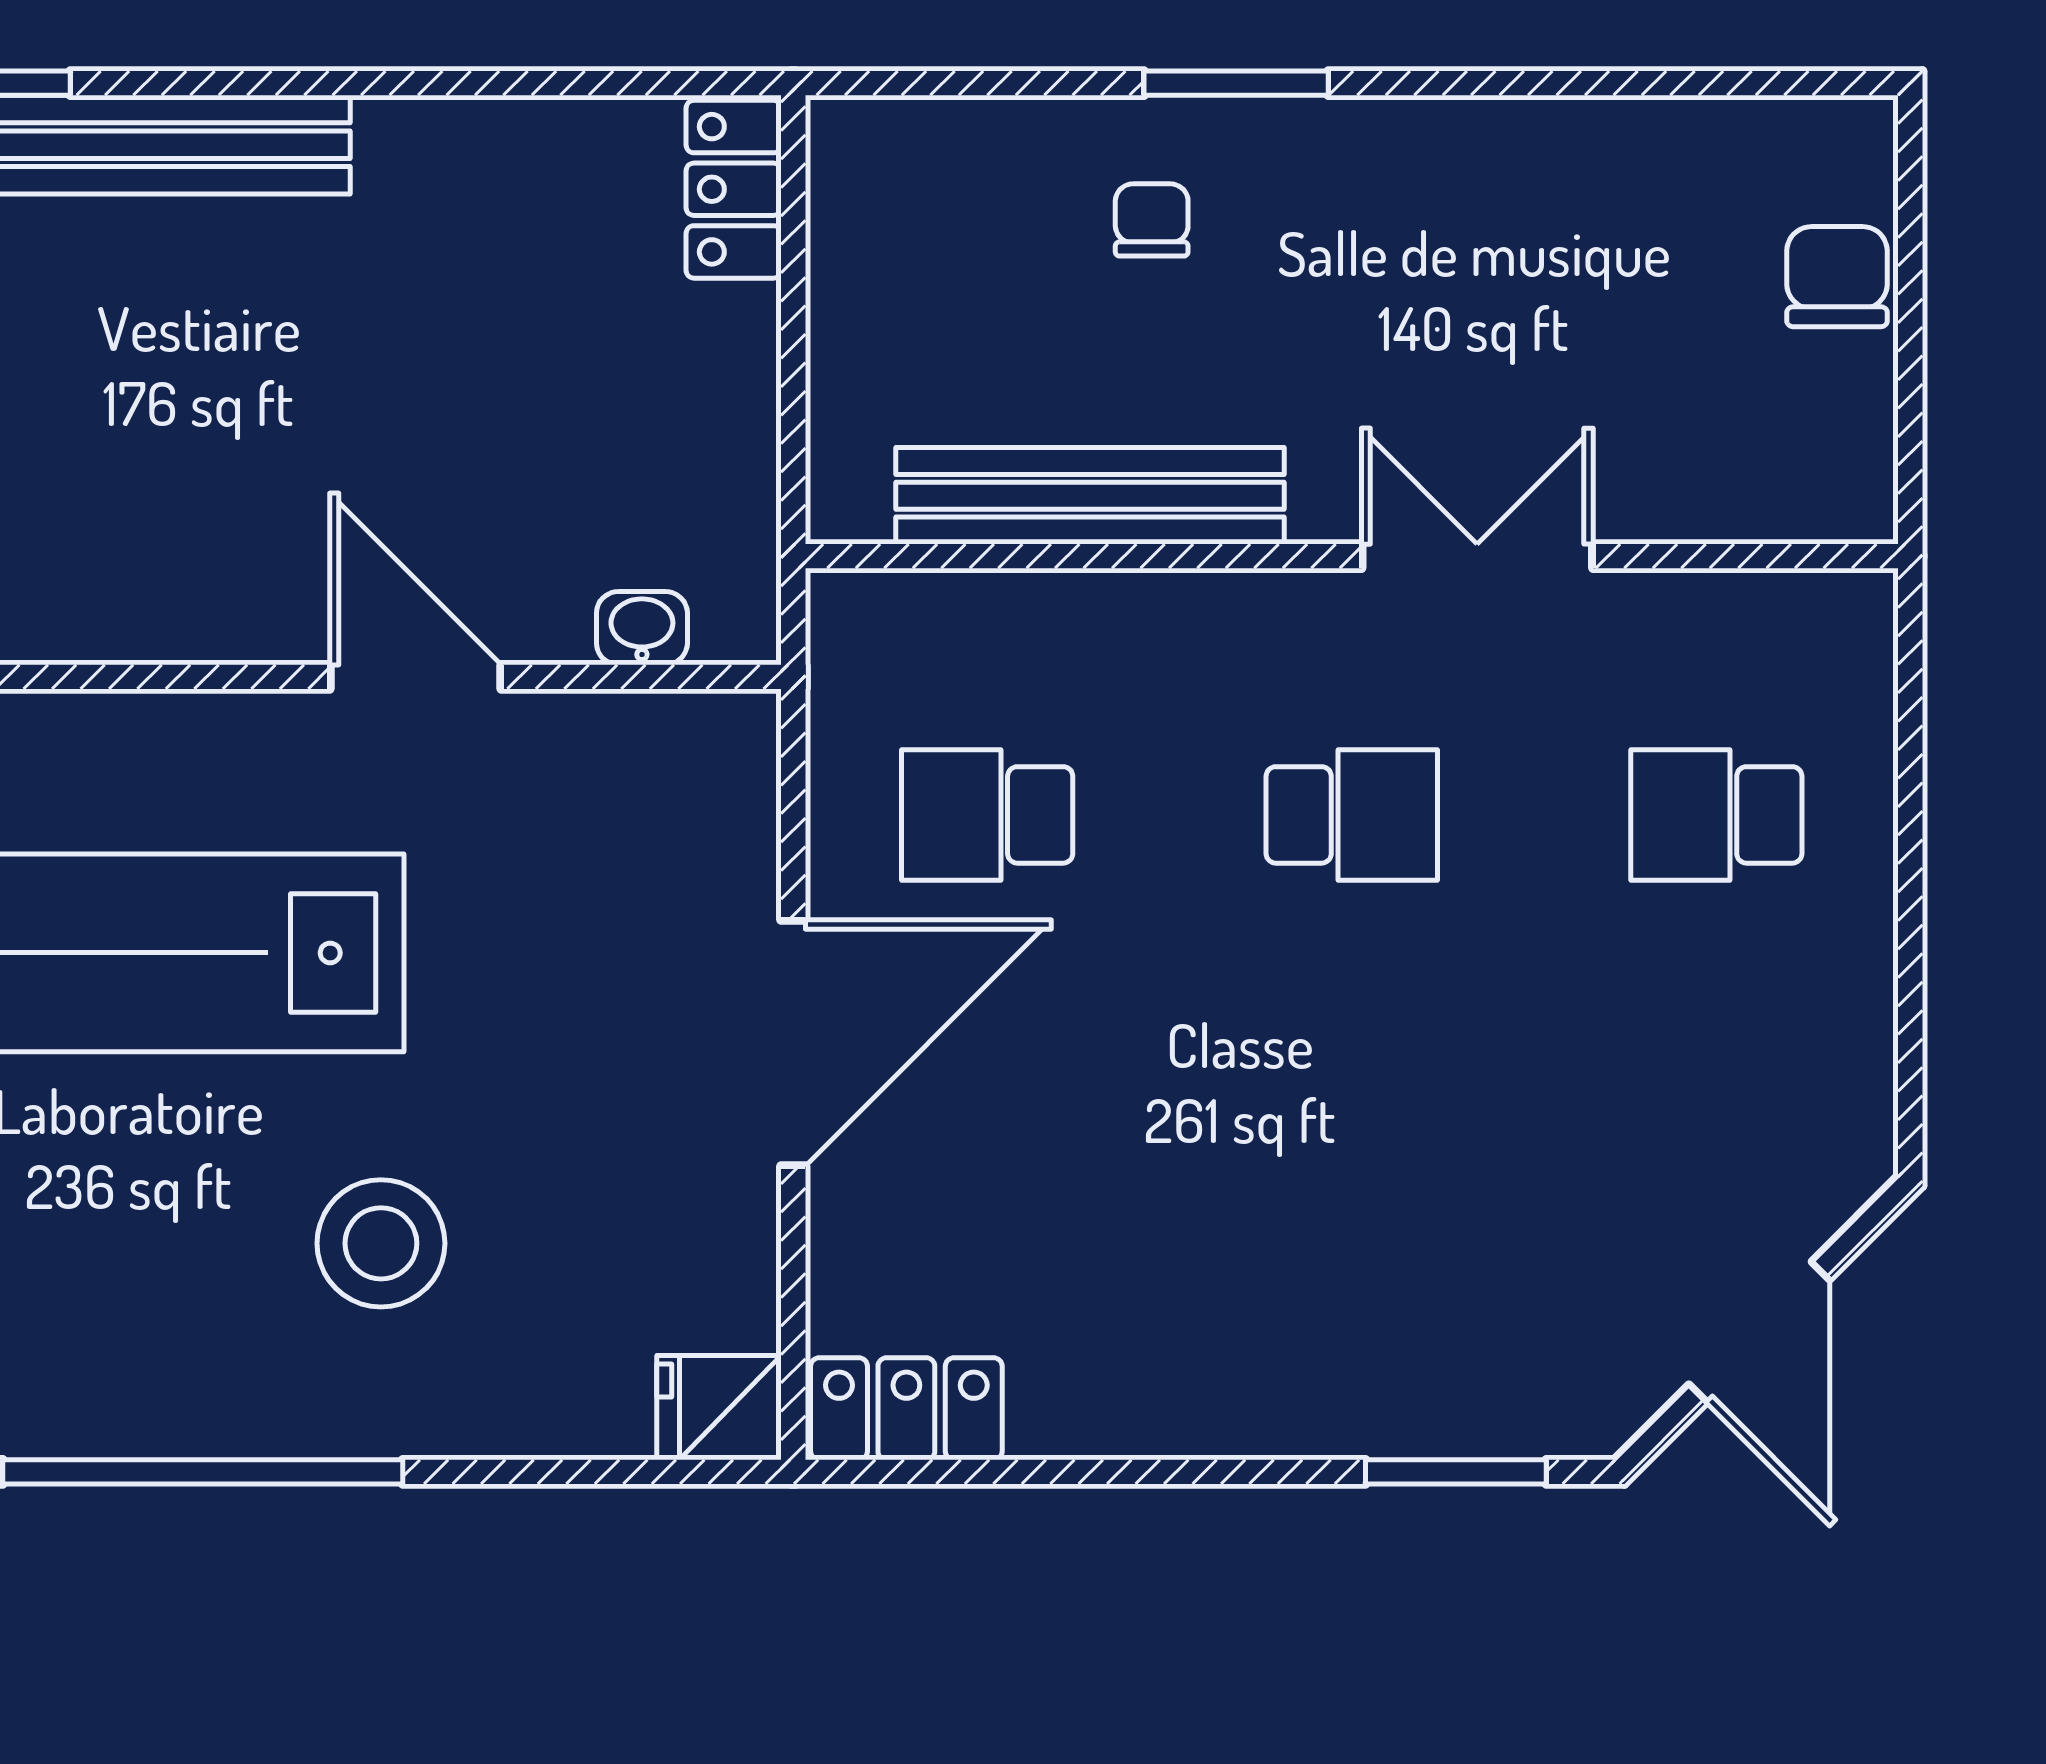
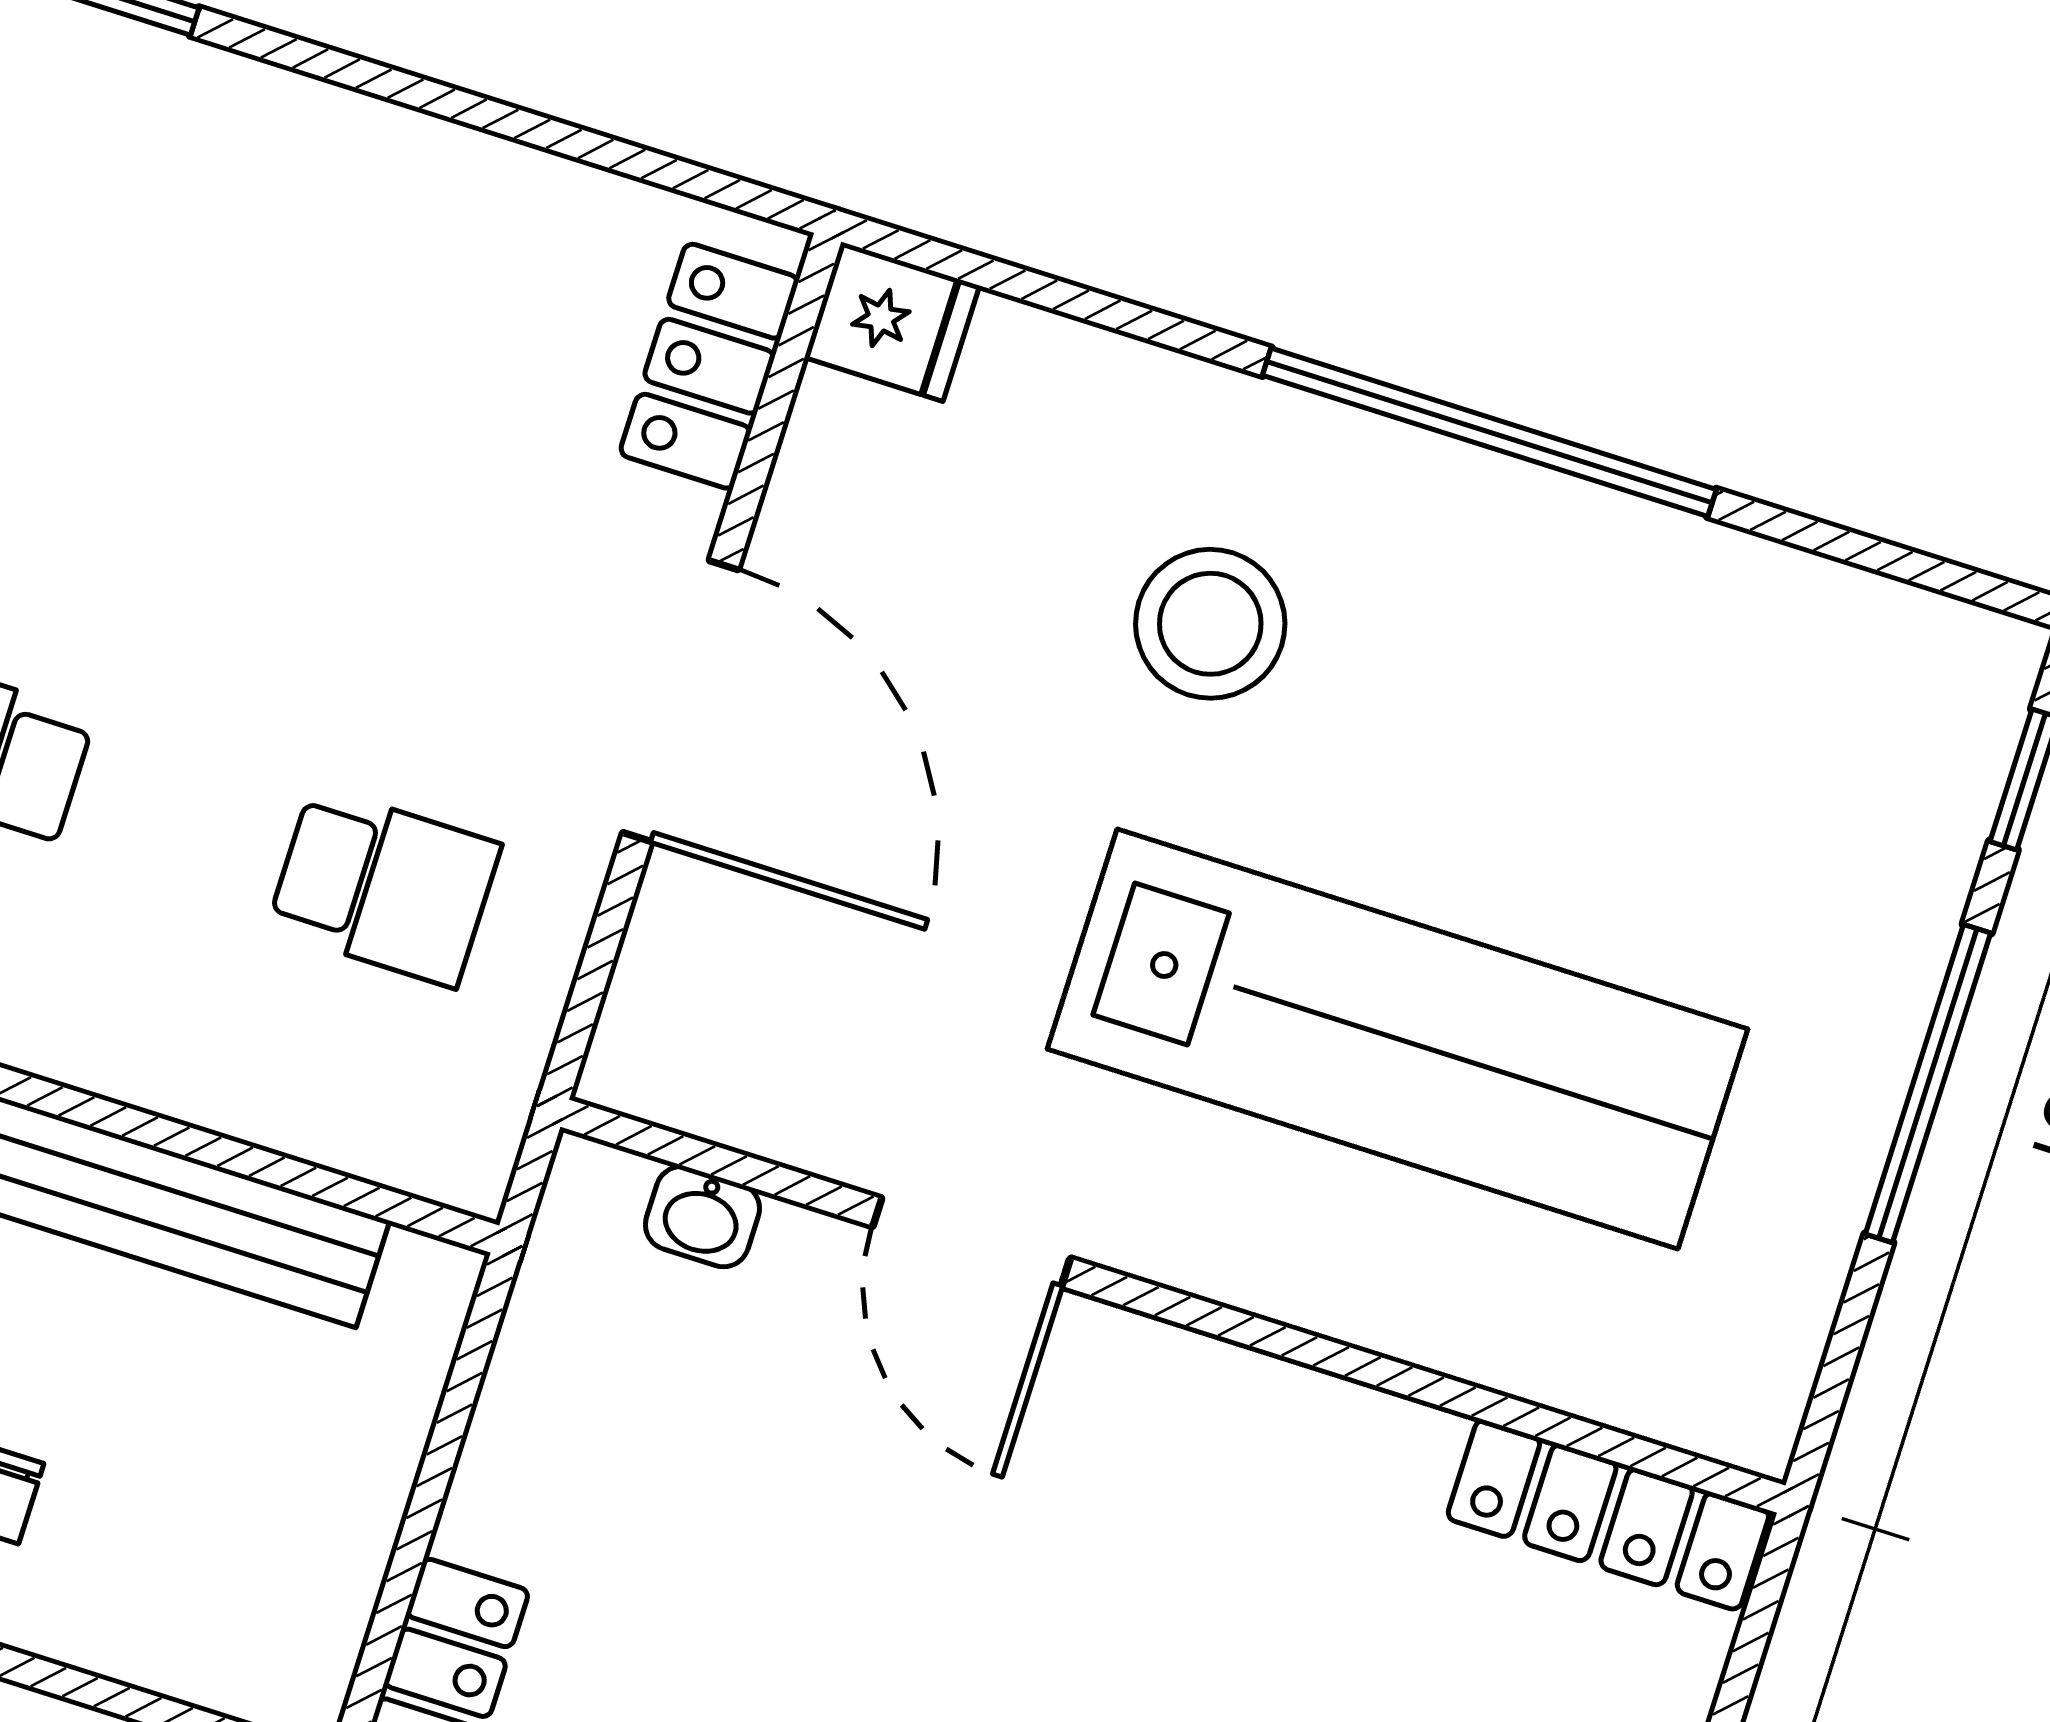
door: (793, 1043) -> (680, 701), swing flipped
locker: (906, 1409) -> (709, 366), moved, turned 90

